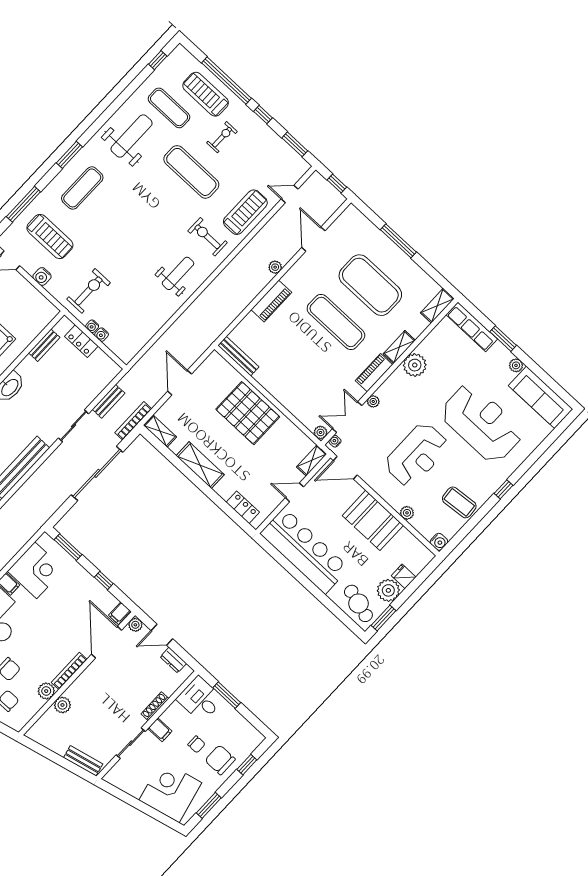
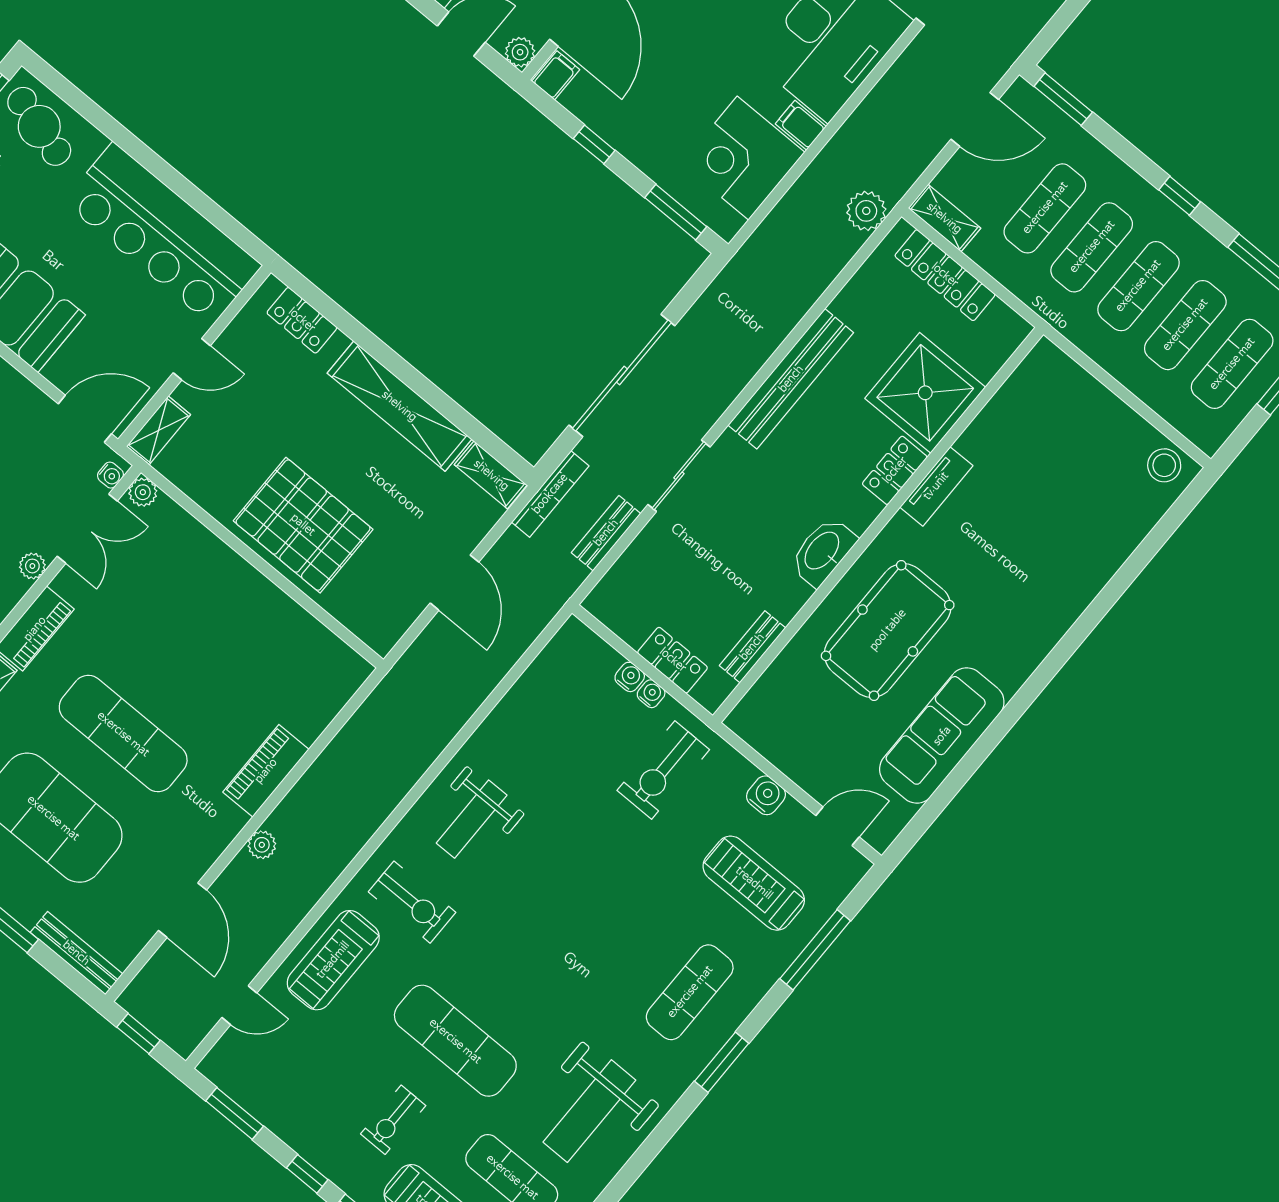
bench: (238, 356) -> (76, 953), moved
shelving: (200, 465) -> (399, 406), width x1.47

